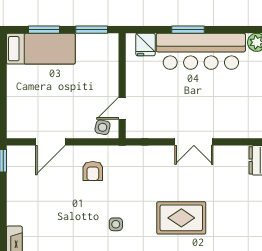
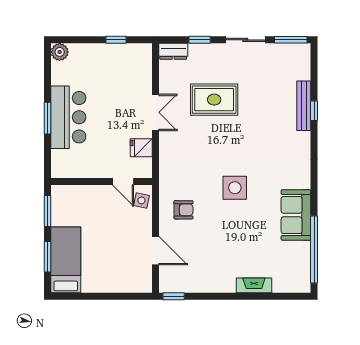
fridge: (145, 45) -> (141, 148), moved, turned 180
bar counter: (201, 51) -> (68, 117), width x0.73
rug: (181, 218) -> (214, 100), moved, turned 90
side table: (116, 224) -> (235, 188), width x1.87, depth x1.87

